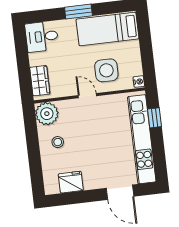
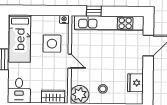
door: (87, 96) -> (70, 61), swing flipped

